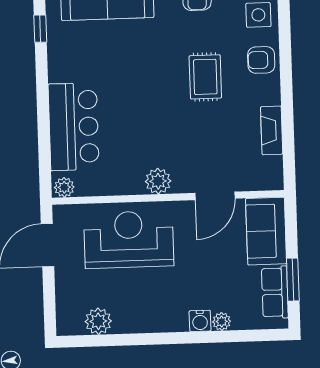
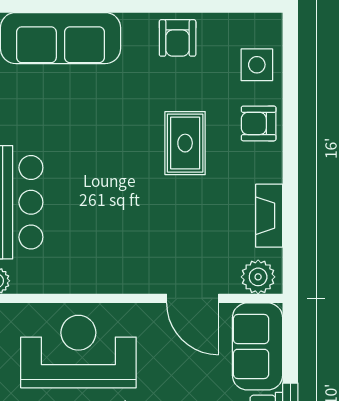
plant: (158, 181) -> (258, 277), moved
door: (215, 196) -> (193, 298), hinge flipped

